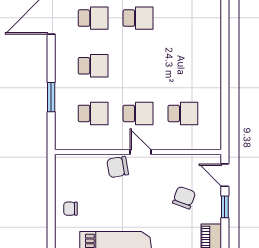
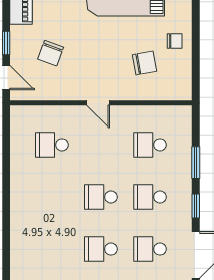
window: (51, 58) -> (196, 206), added
school desk: (138, 113) -> (101, 197), moved
chair: (118, 167) -> (145, 63), moved

